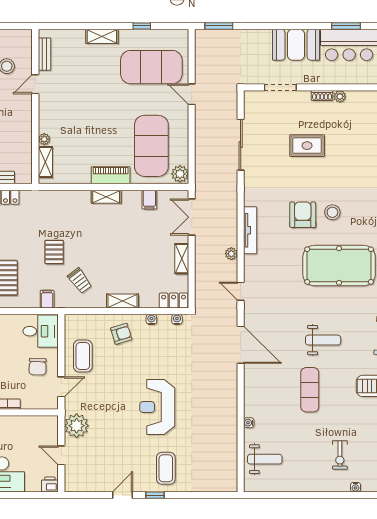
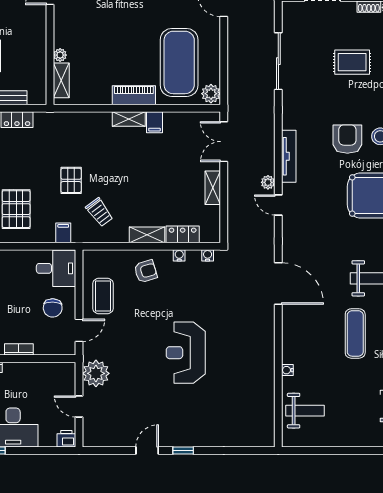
filing cabinet: (149, 200) -> (154, 122), moved
door: (241, 291) -> (278, 205), moved
locker: (174, 301) -> (183, 234), moved
coffee table: (166, 468) -> (195, 421), removed

